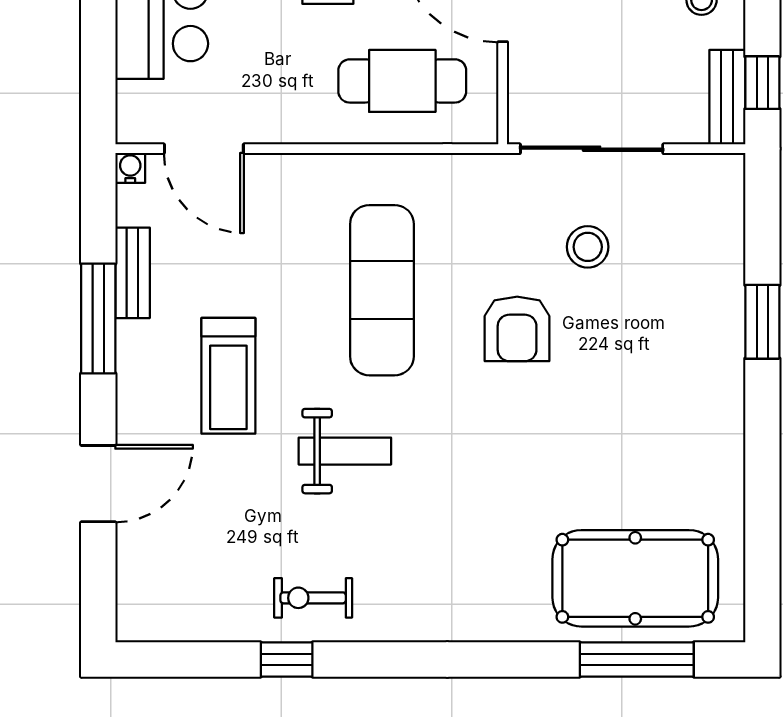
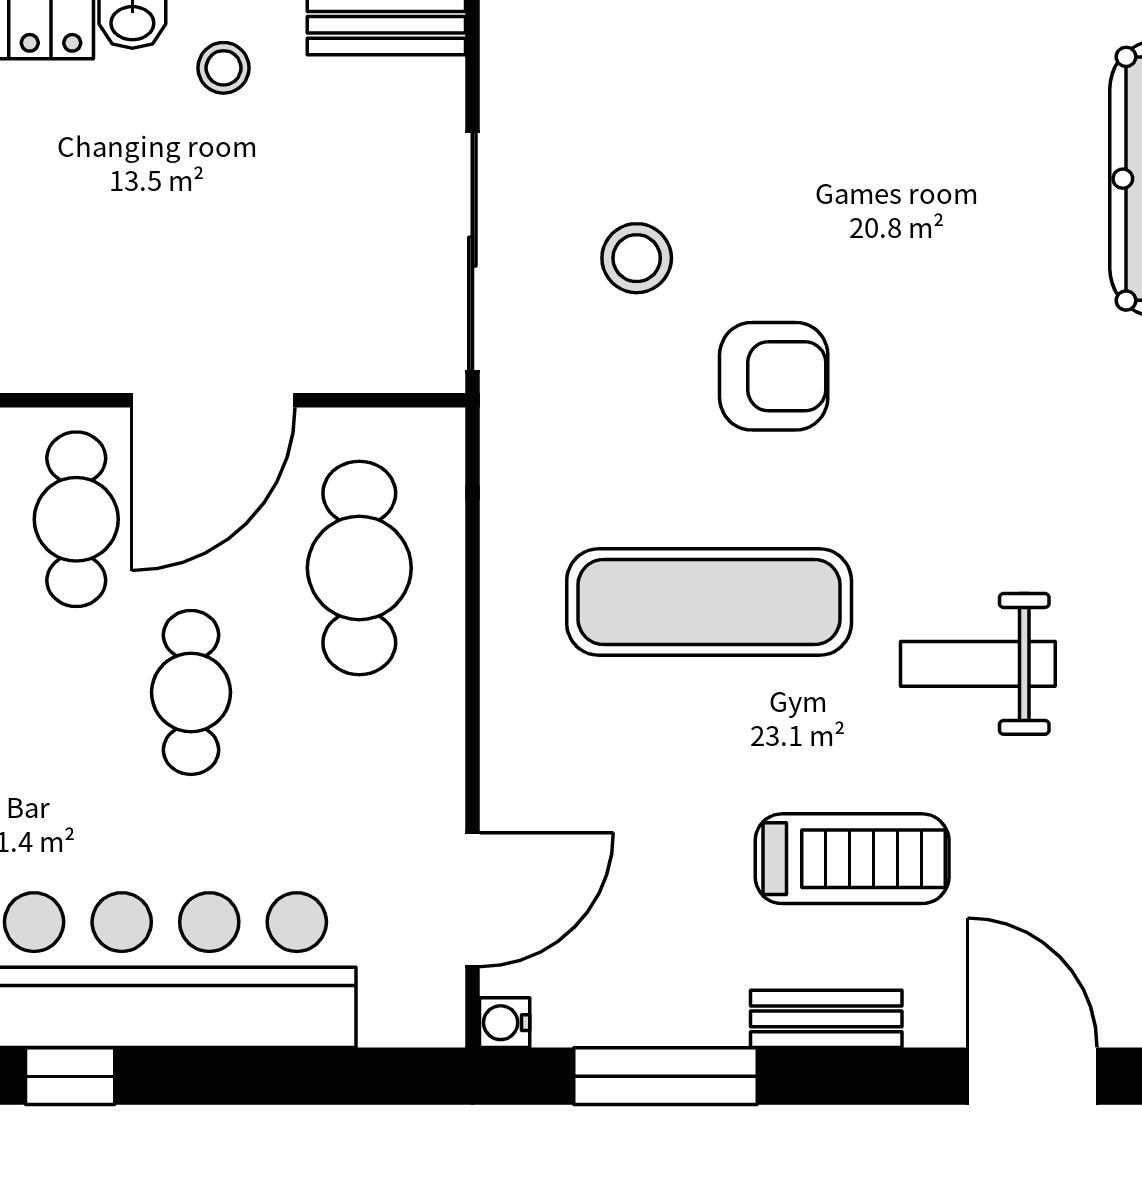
bench: (133, 273) -> (826, 1019), moved
window: (98, 318) -> (666, 1076), moved
weight bench: (345, 451) -> (978, 664), turned -90

